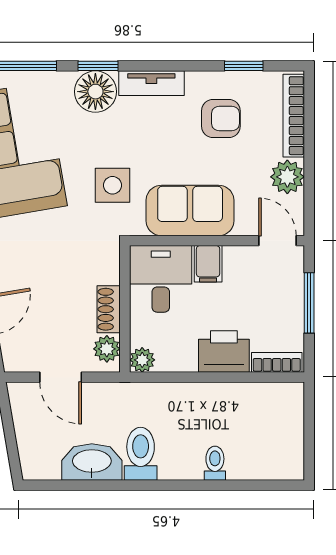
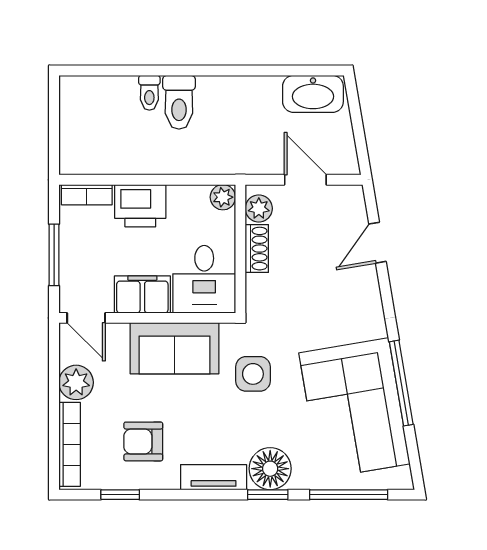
filing cabinet: (208, 264) -> (142, 294), width x2.00
toilet: (141, 454) -> (179, 102), moved
washbasin: (92, 462) -> (313, 94), moved

